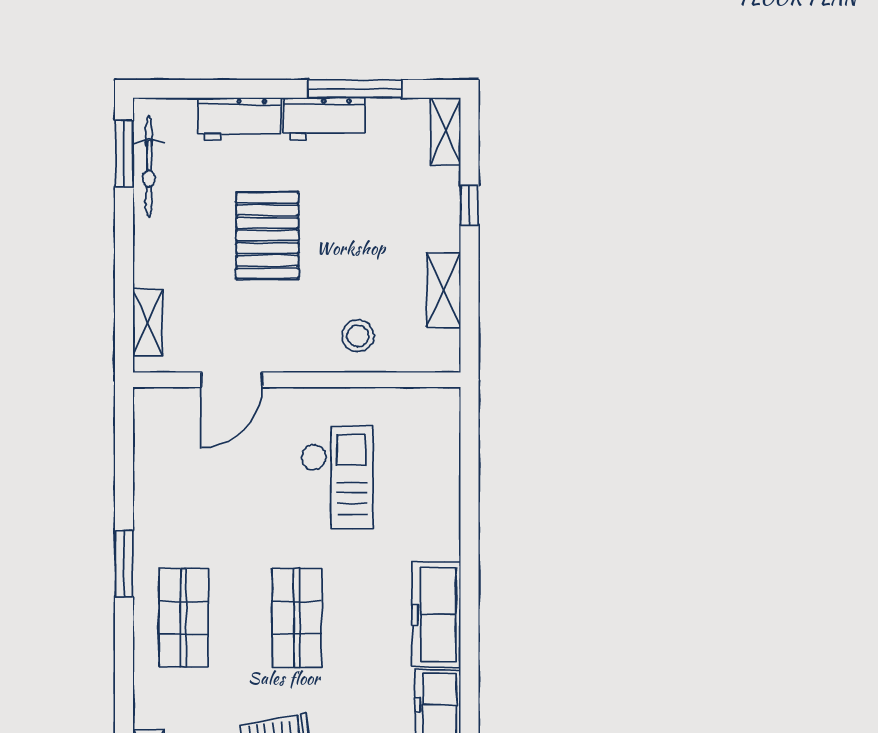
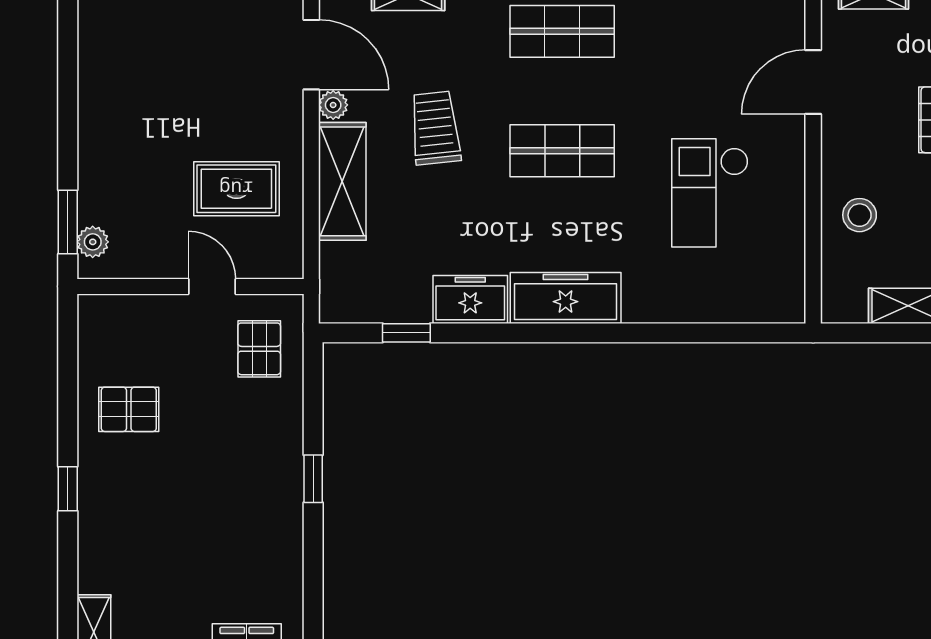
door: (232, 380) -> (813, 82), hinge flipped
checkout: (337, 478) -> (710, 193), turned 90

